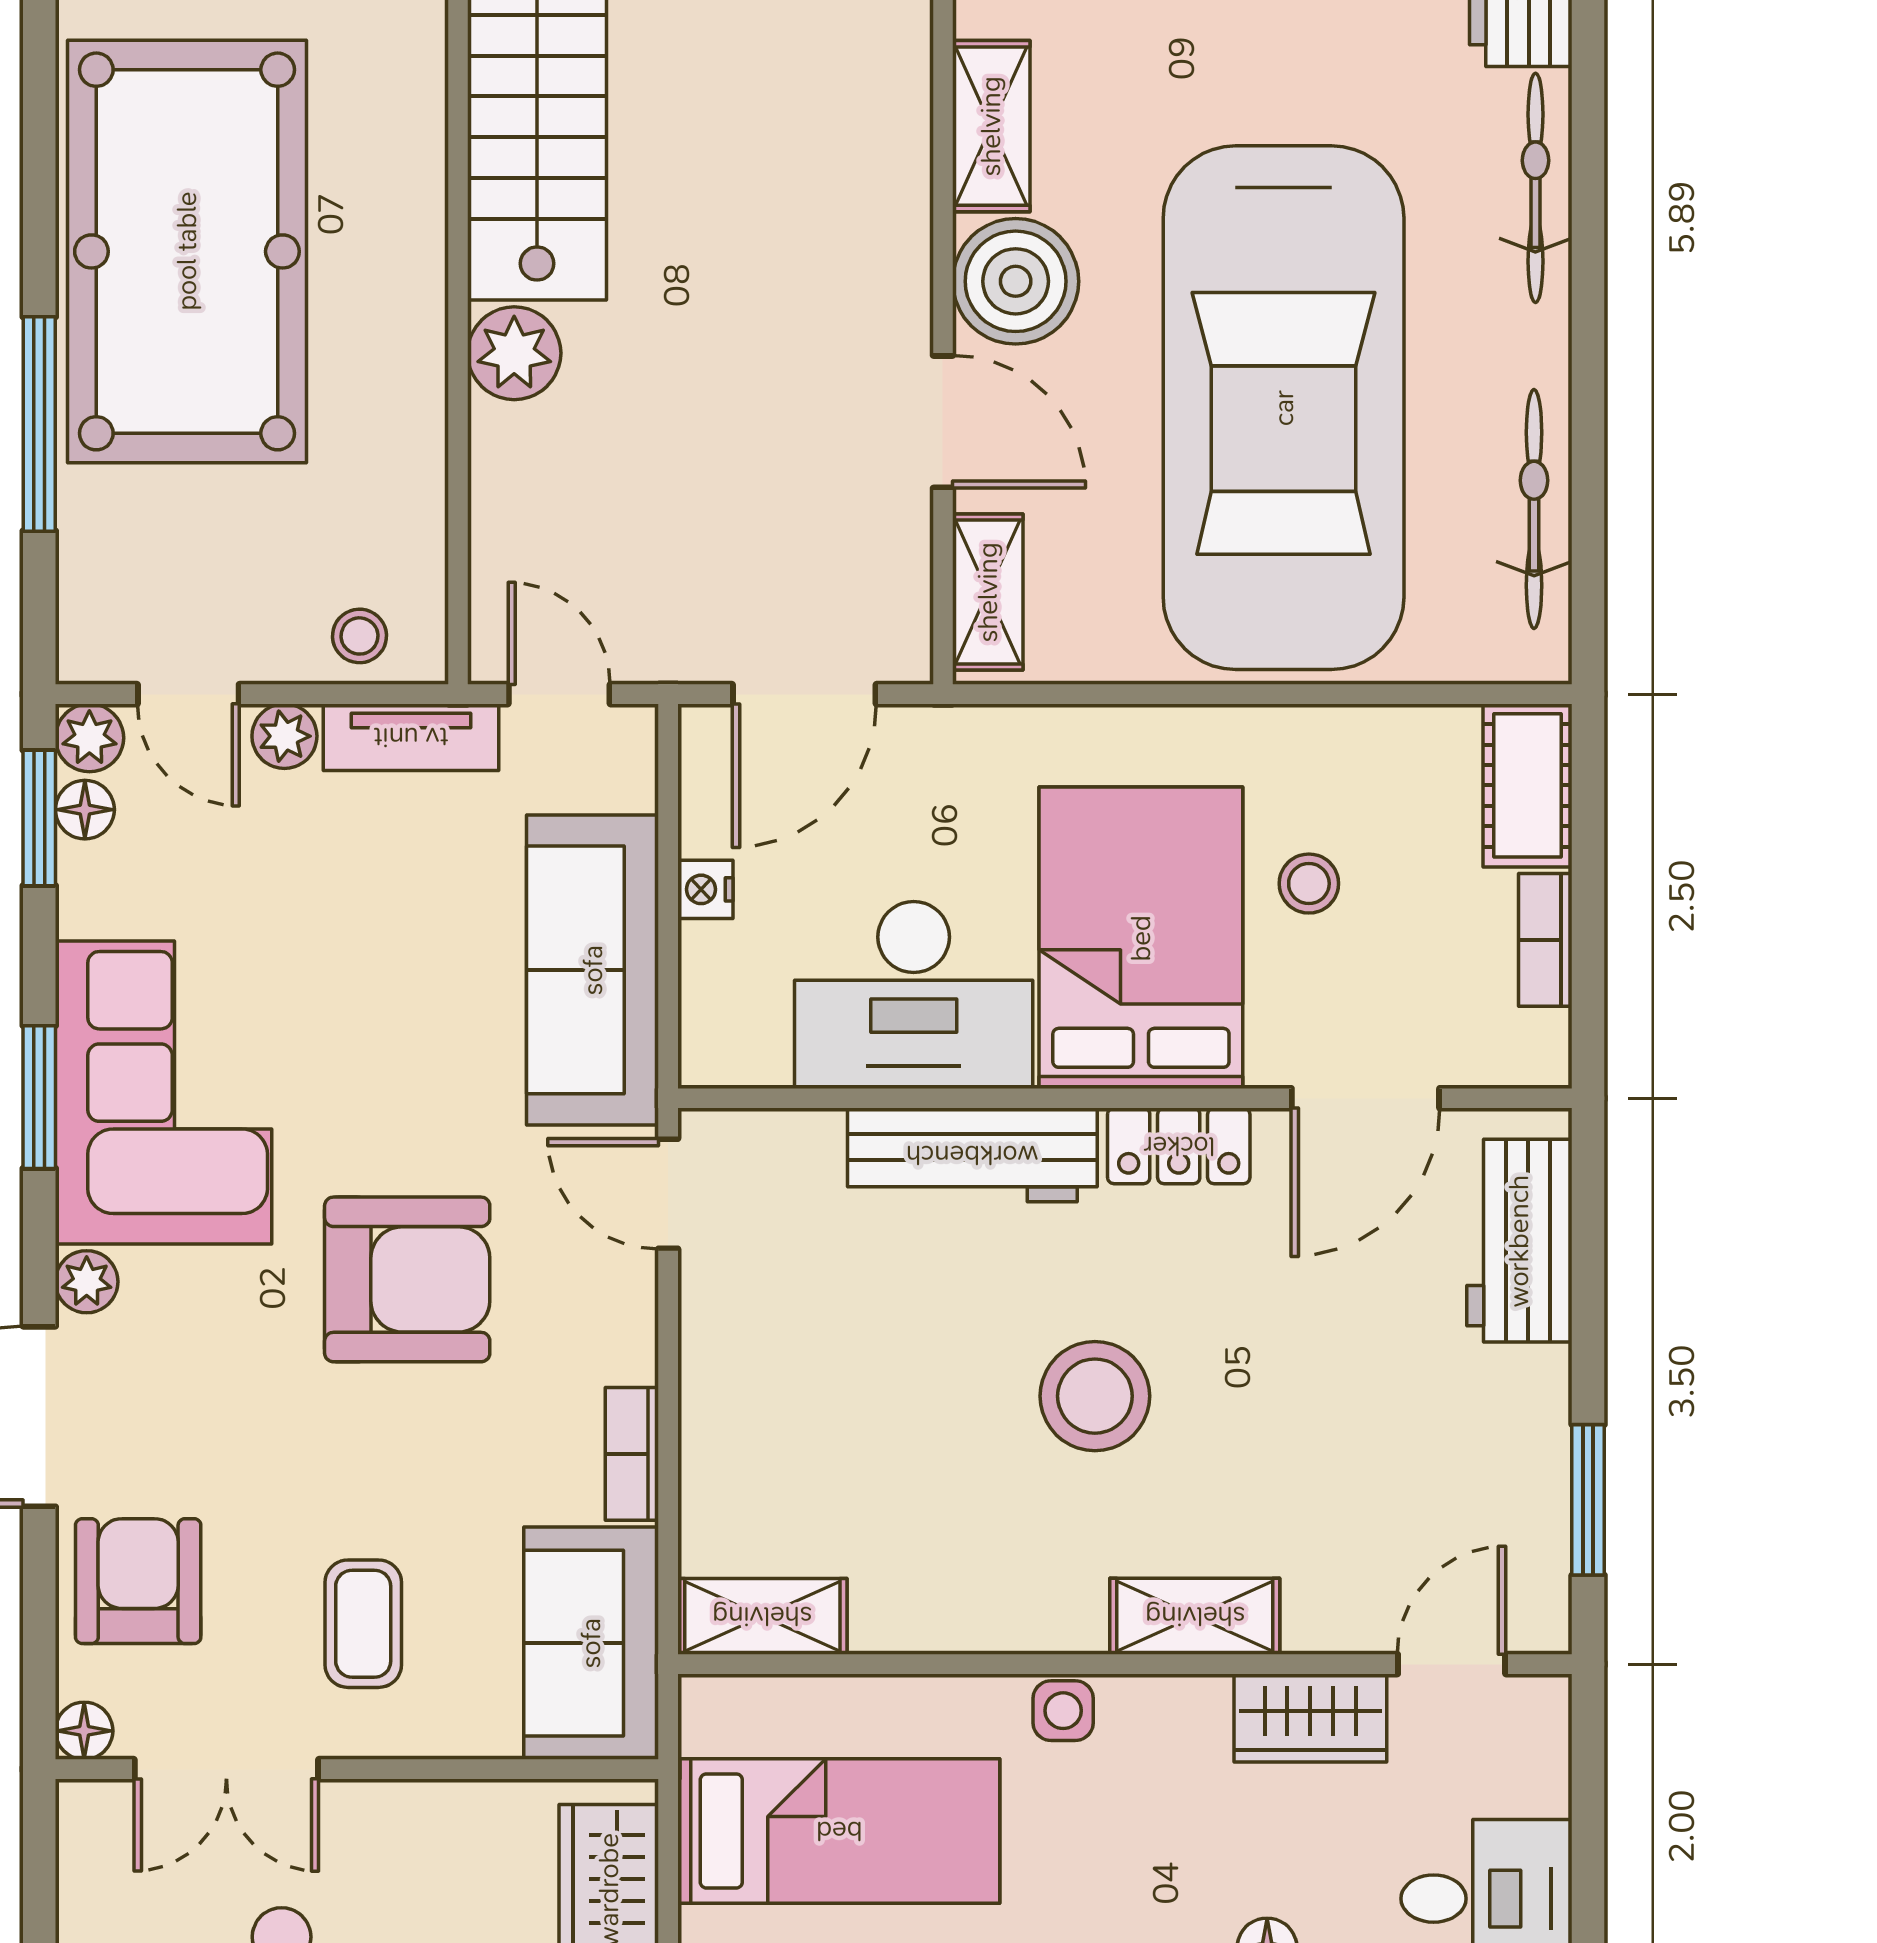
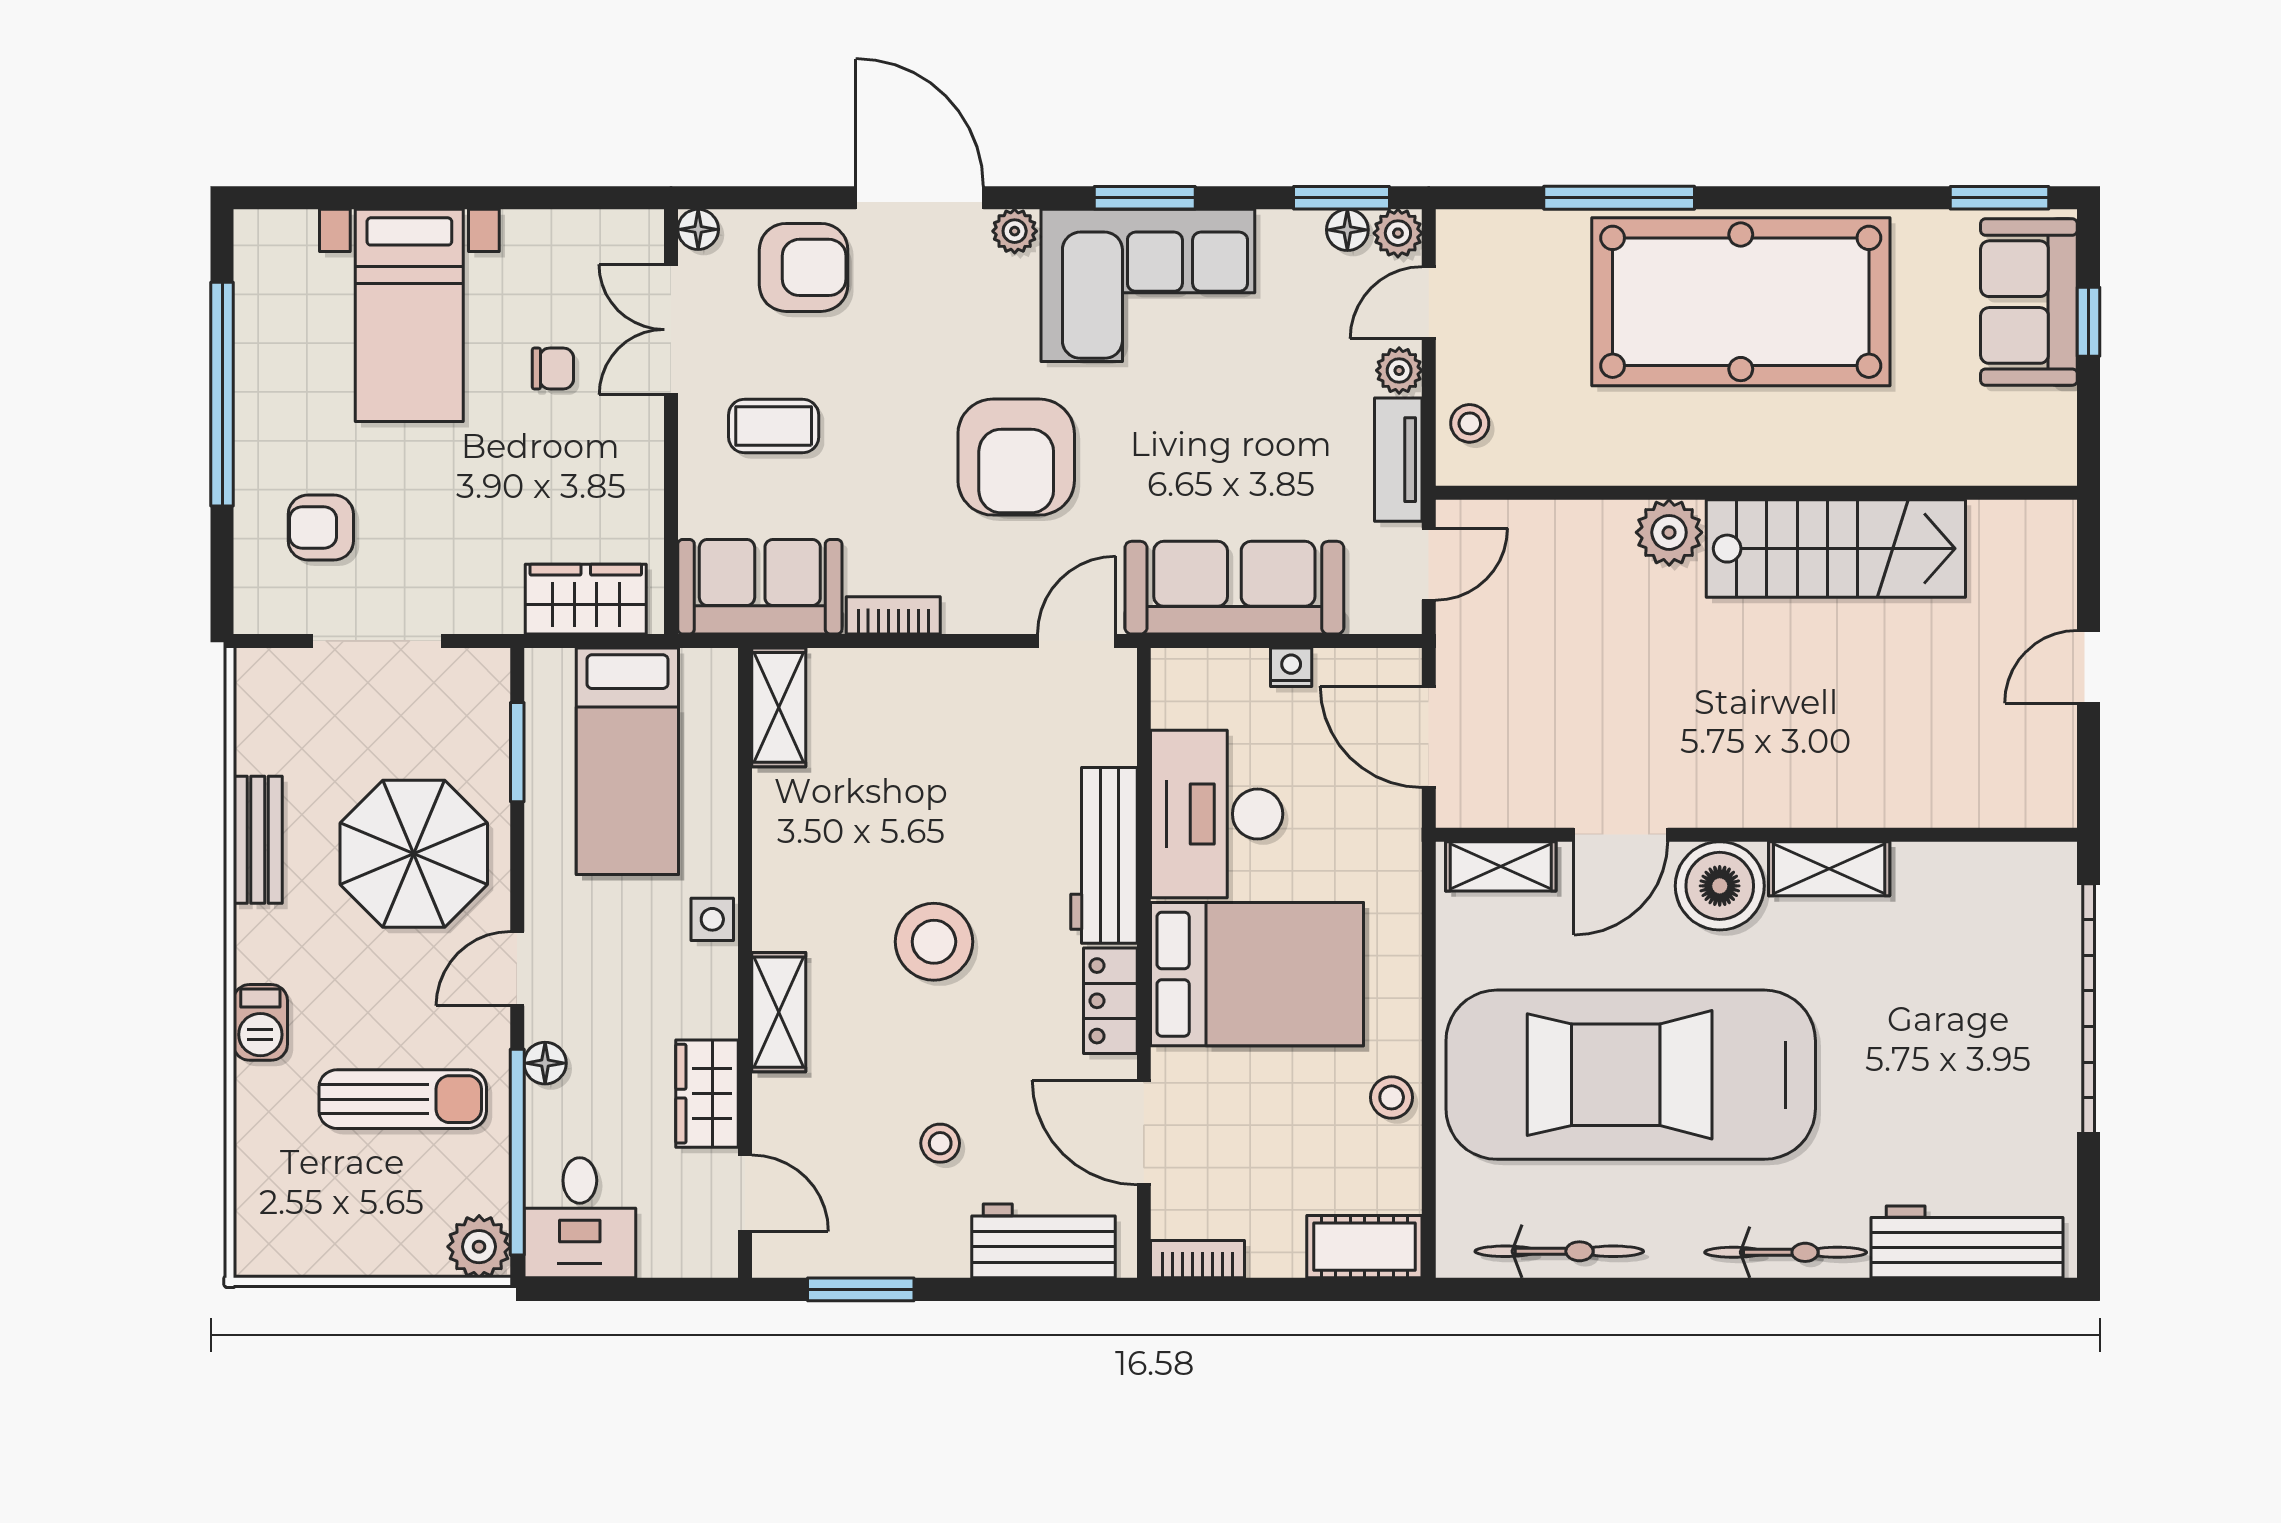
stool: (1309, 884) -> (1392, 1097), moved
bookcase: (1545, 940) -> (1198, 1259), moved
stool: (1381, 1387) -> (940, 1143), added

